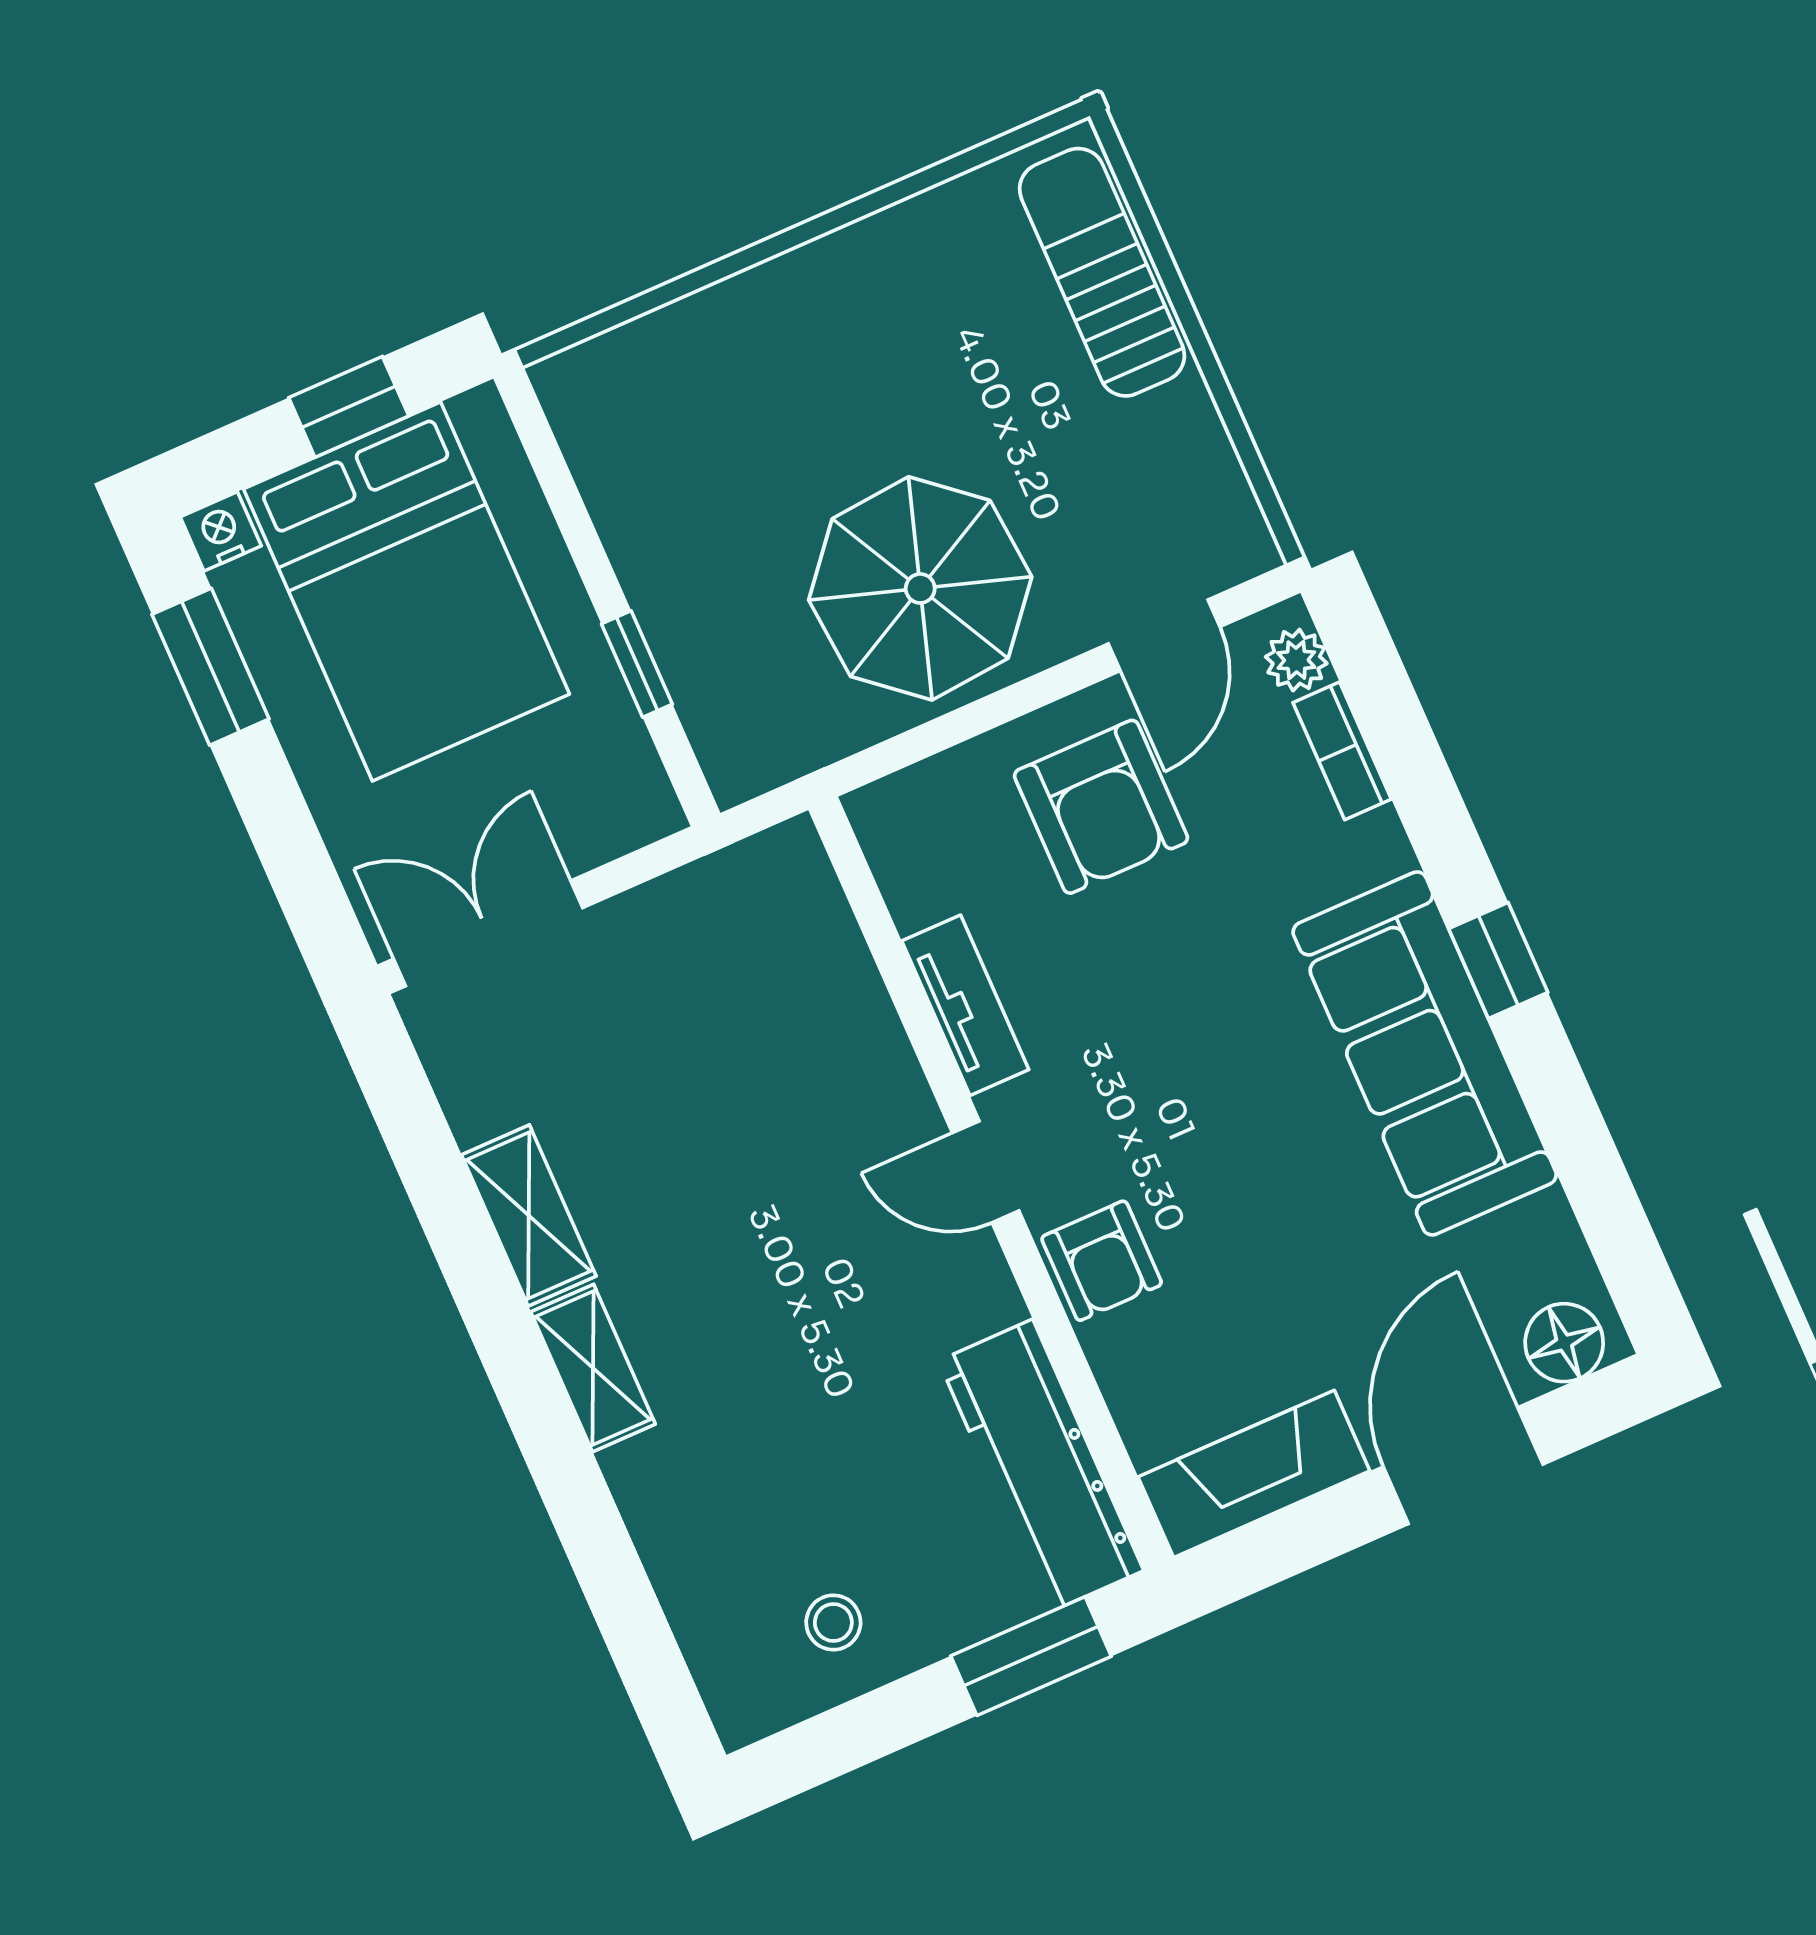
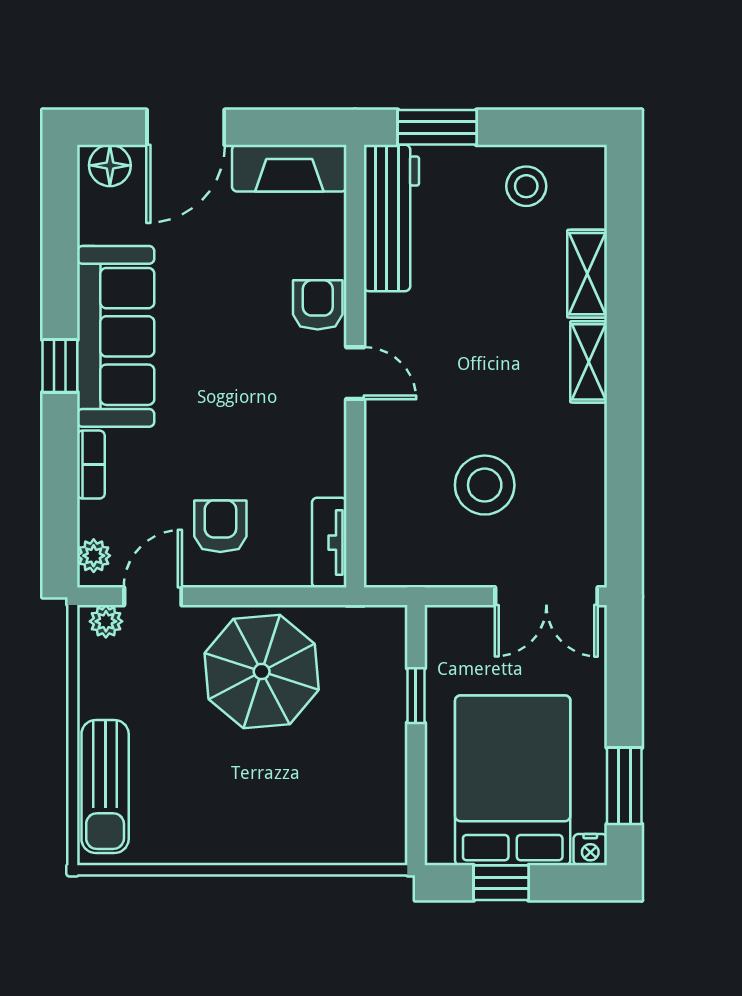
plant: (1226, 557) -> (106, 621), added
bookcase: (1342, 751) -> (91, 465), moved
armchair: (1101, 807) -> (220, 526), width x0.72, depth x0.72
tv unit: (965, 1005) -> (329, 543), moved
stool: (678, 1078) -> (485, 485), added
shelving: (529, 1215) -> (587, 274), moved
stool: (833, 1623) -> (526, 186), width x1.37, depth x1.37

